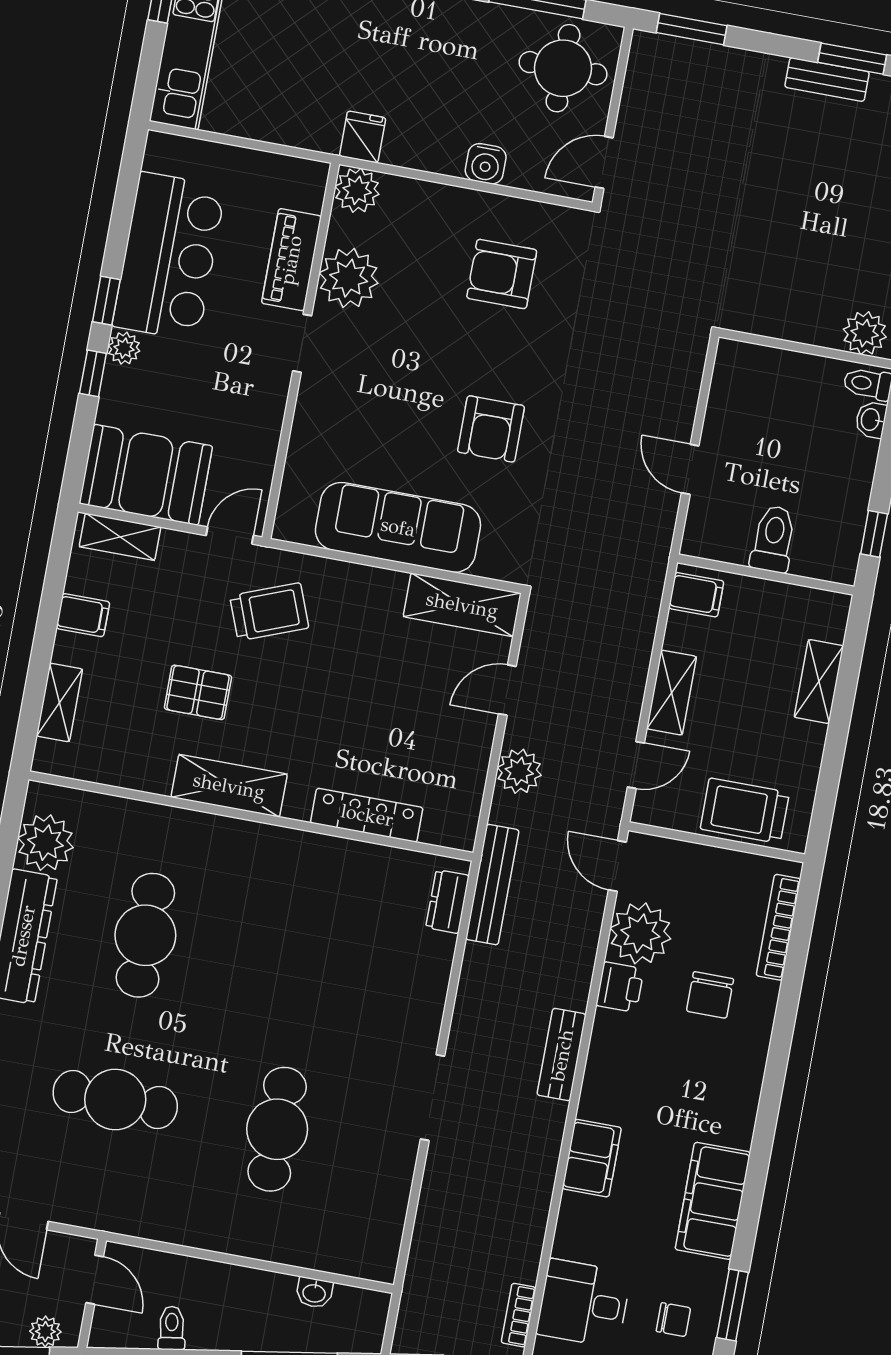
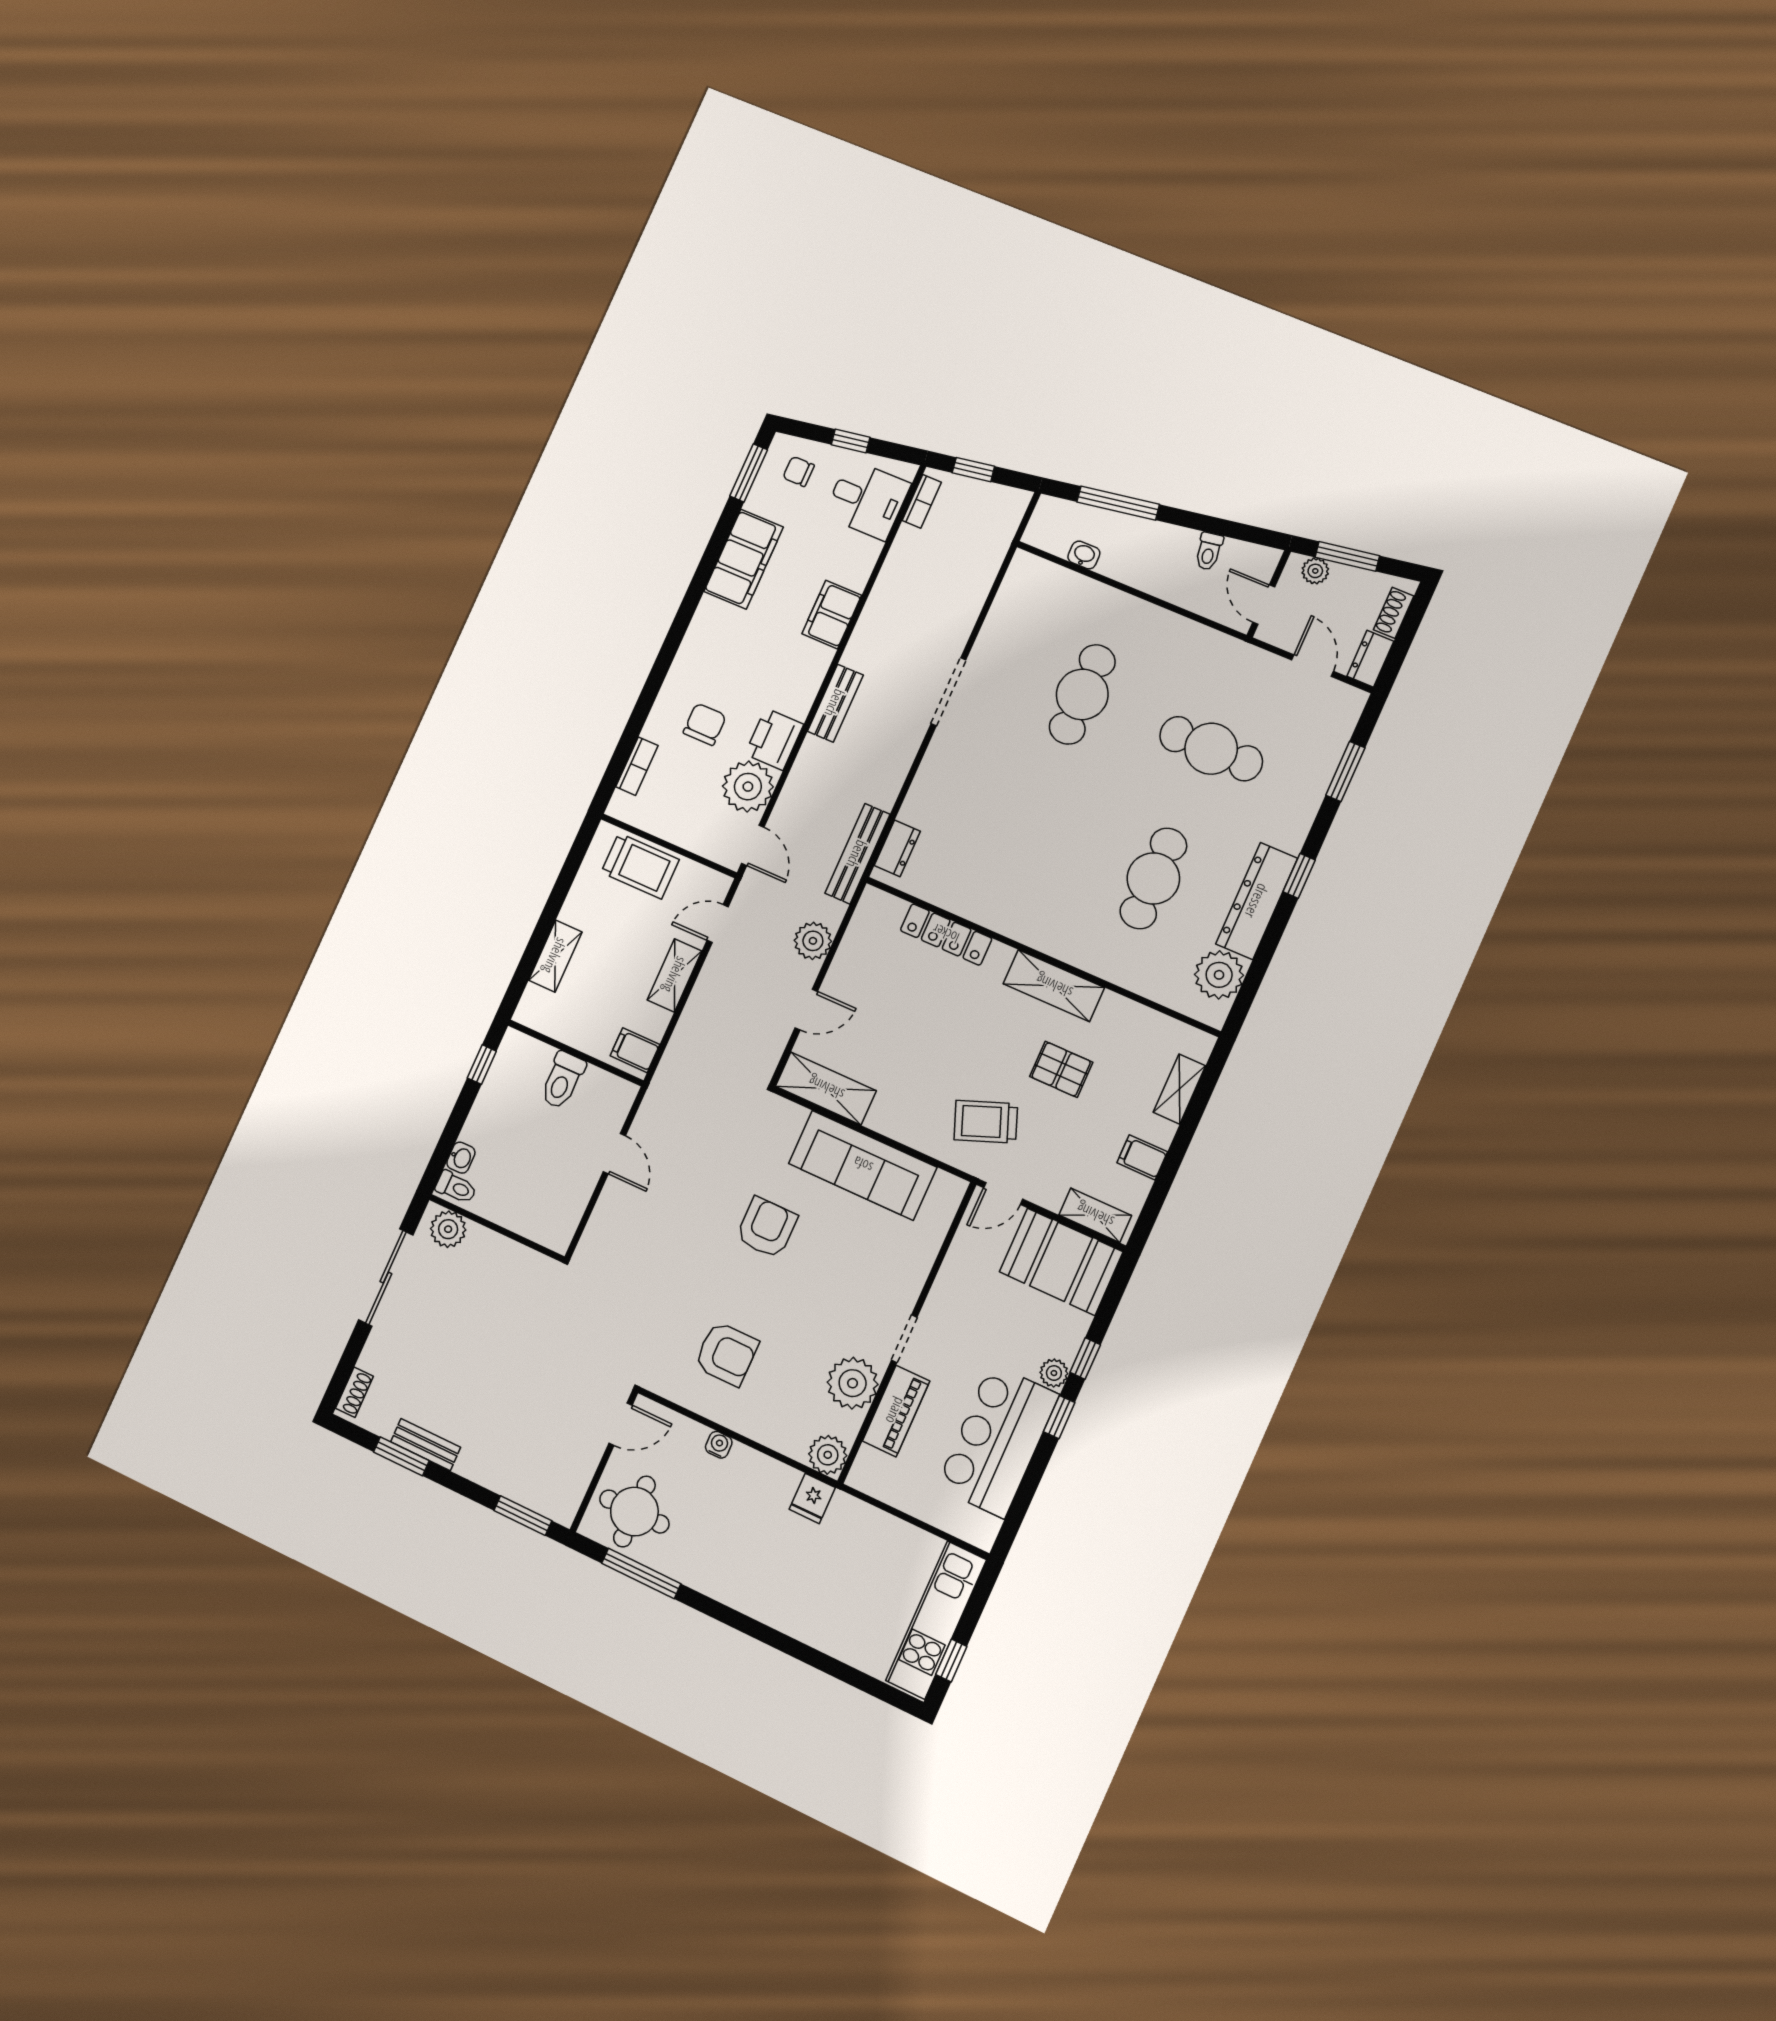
water cooler: (486, 164) -> (719, 1445), width x0.72, depth x0.72
bookcase: (778, 927) -> (637, 766), width x0.64
printer: (620, 987) -> (774, 739), width x1.36, depth x1.24

